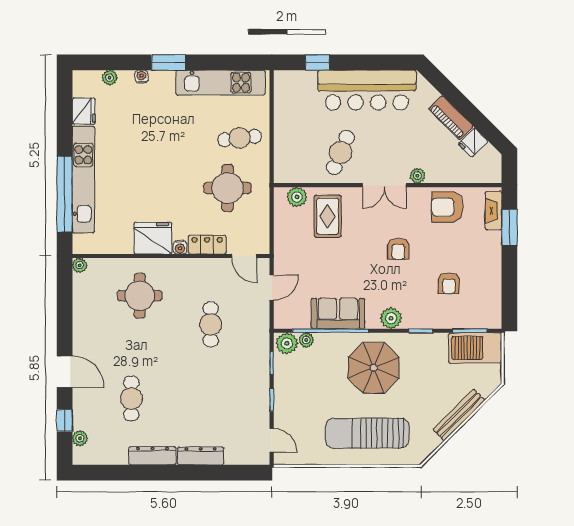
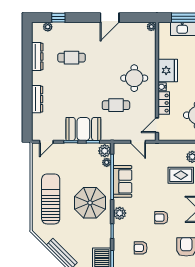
round table: (140, 296) -> (134, 78), moved
door: (65, 372) -> (110, 18), moved
booth: (250, 379) -> (83, 129), added
dresser: (152, 456) -> (37, 56), moved

